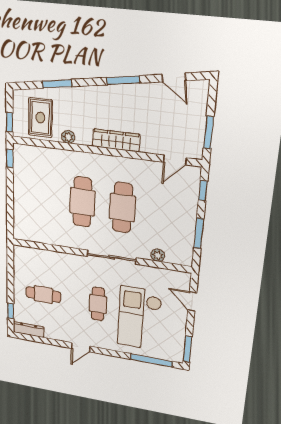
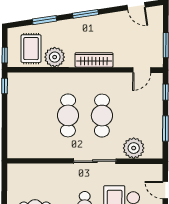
window: (123, 80) -> (85, 14), moved
plant: (68, 137) -> (55, 57), width x1.88, depth x1.88
plant: (158, 255) -> (134, 148), width x1.87, depth x1.87

